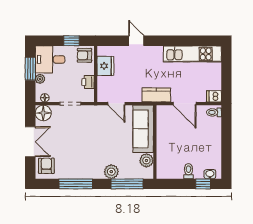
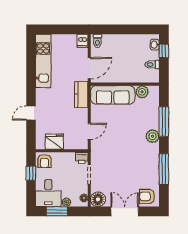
printer: (88, 82) -> (82, 158), moved
sofa: (143, 129) -> (113, 95), moved
wall: (155, 142) -> (125, 84), moved
plant: (146, 160) -> (142, 92), moved

